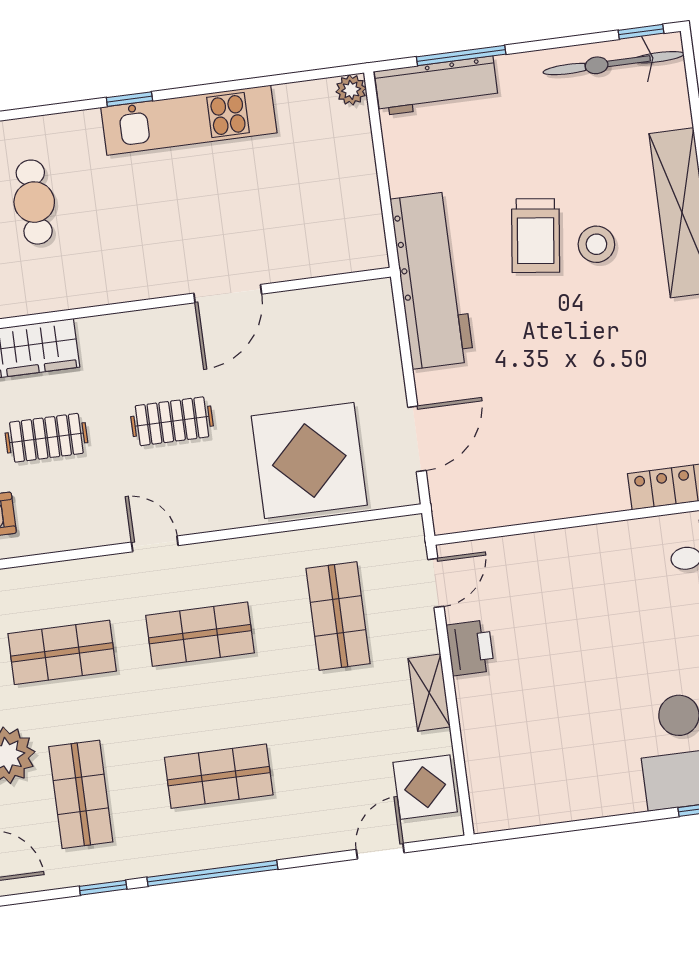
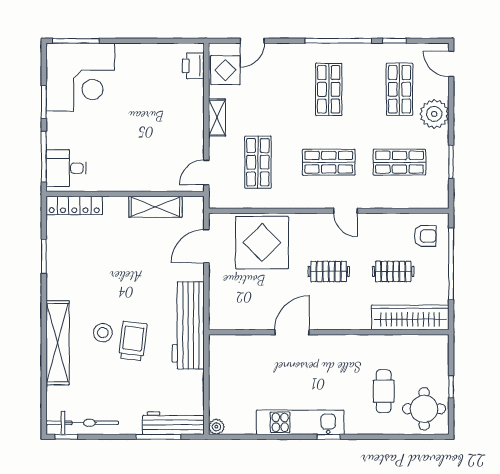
shelving: (526, 503) -> (155, 207), added
printer: (470, 648) -> (193, 66), moved
shop shelf: (219, 776) -> (329, 89), turned 90

